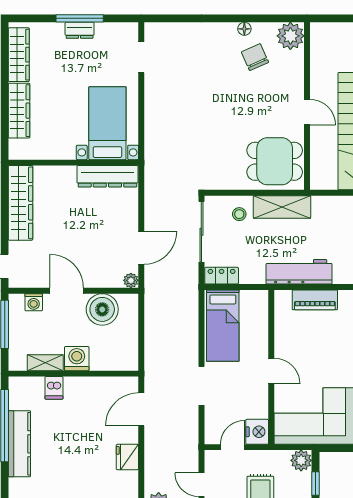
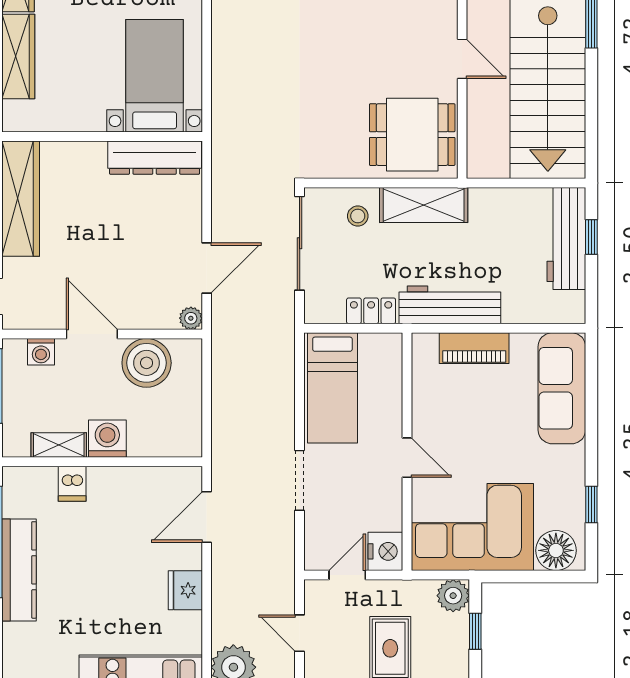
locker: (222, 276) -> (371, 311), moved

